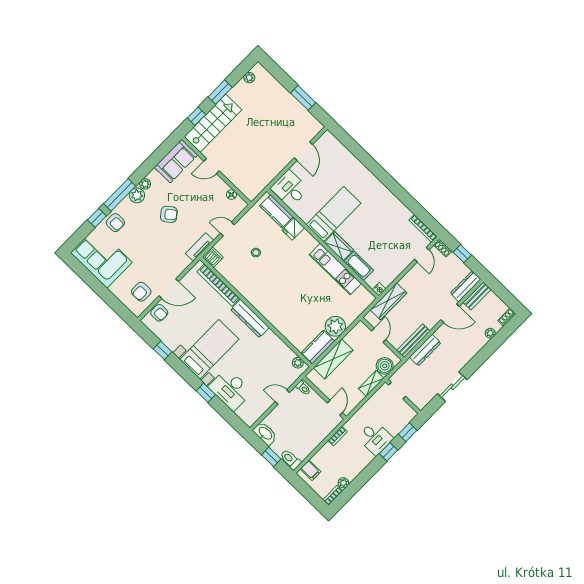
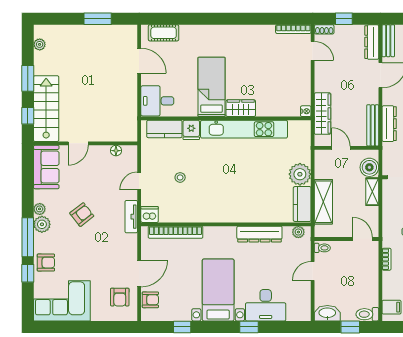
cot: (359, 266) -> (164, 33), moved
kitchen unit: (335, 269) -> (244, 129), width x1.36
dresser: (250, 318) -> (259, 234), moved

